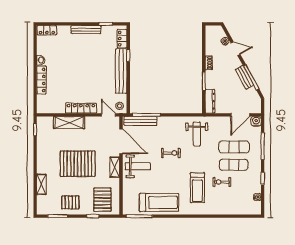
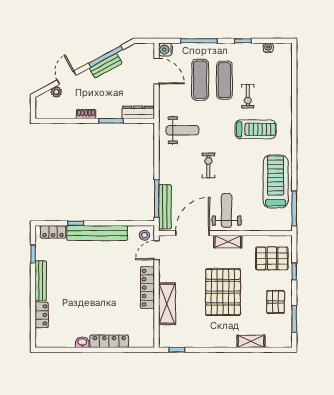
locker: (47, 30) -> (42, 315), moved

